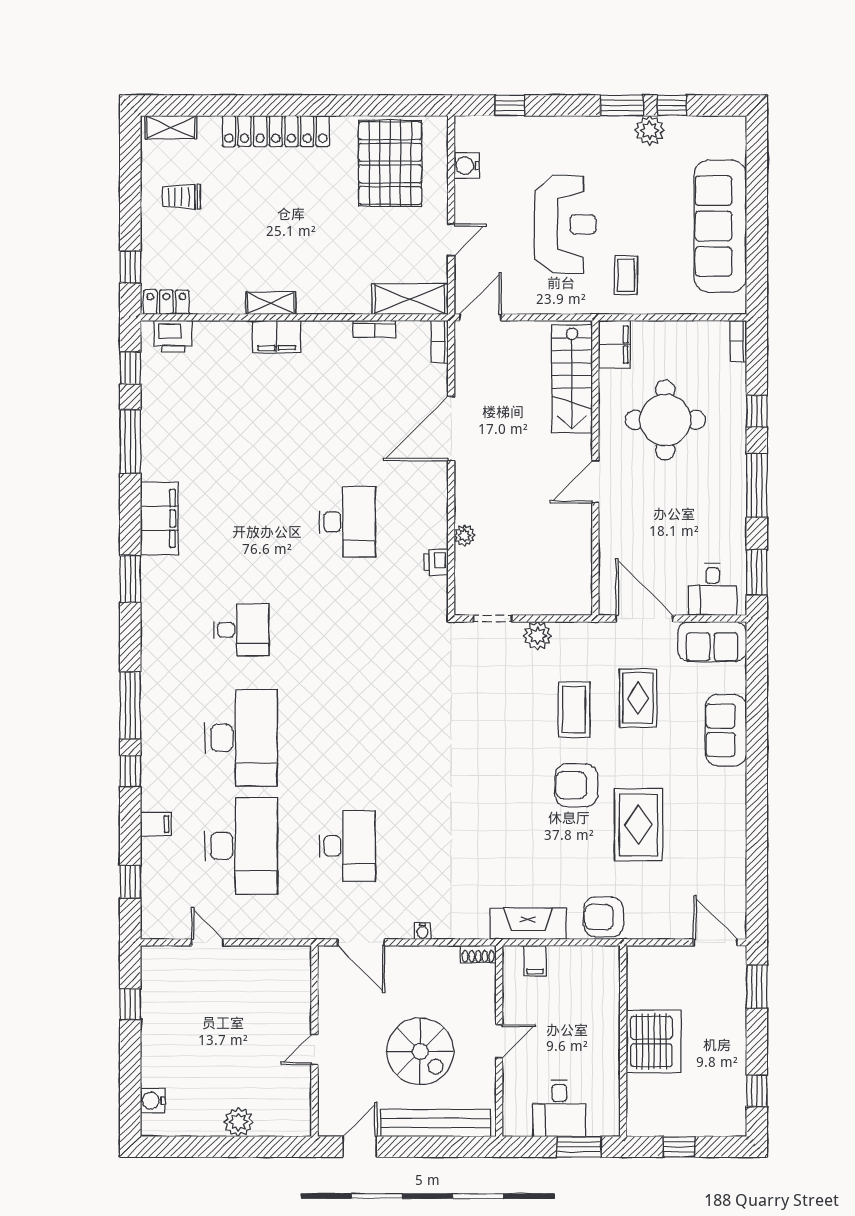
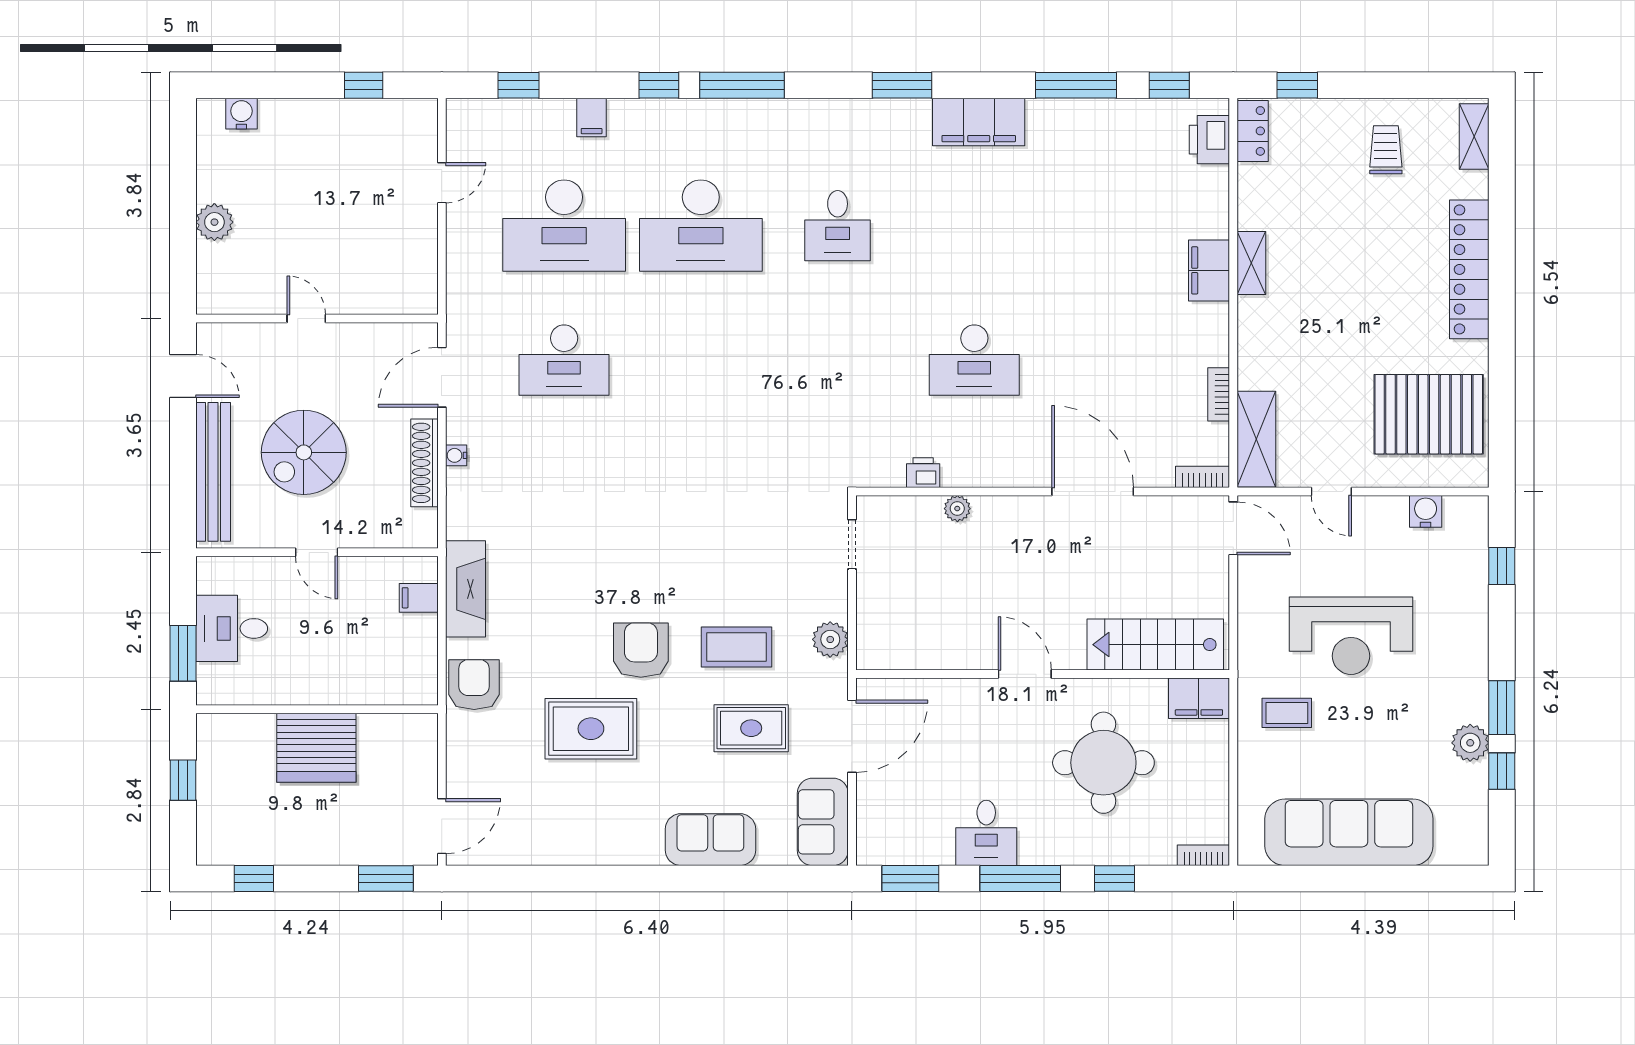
desk: (713, 590) -> (986, 833), moved, turned -90
plant: (537, 636) -> (830, 639), moved
shoe rack: (478, 954) -> (424, 463), moved, width x1.94, depth x1.24

